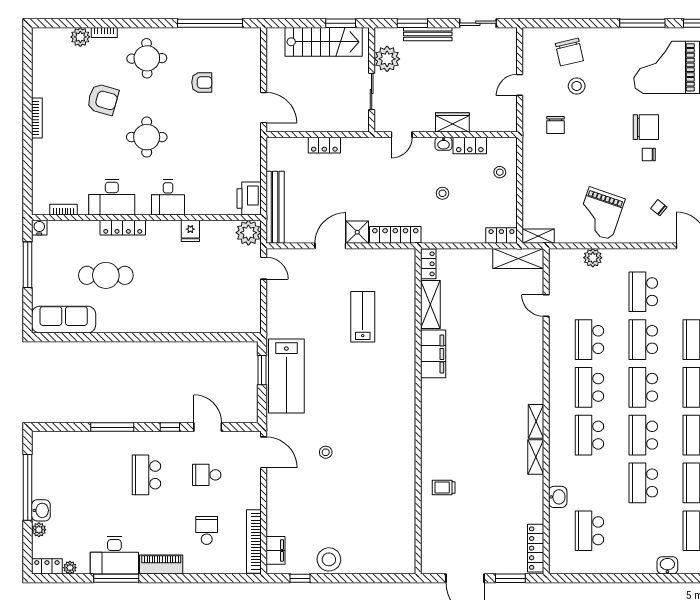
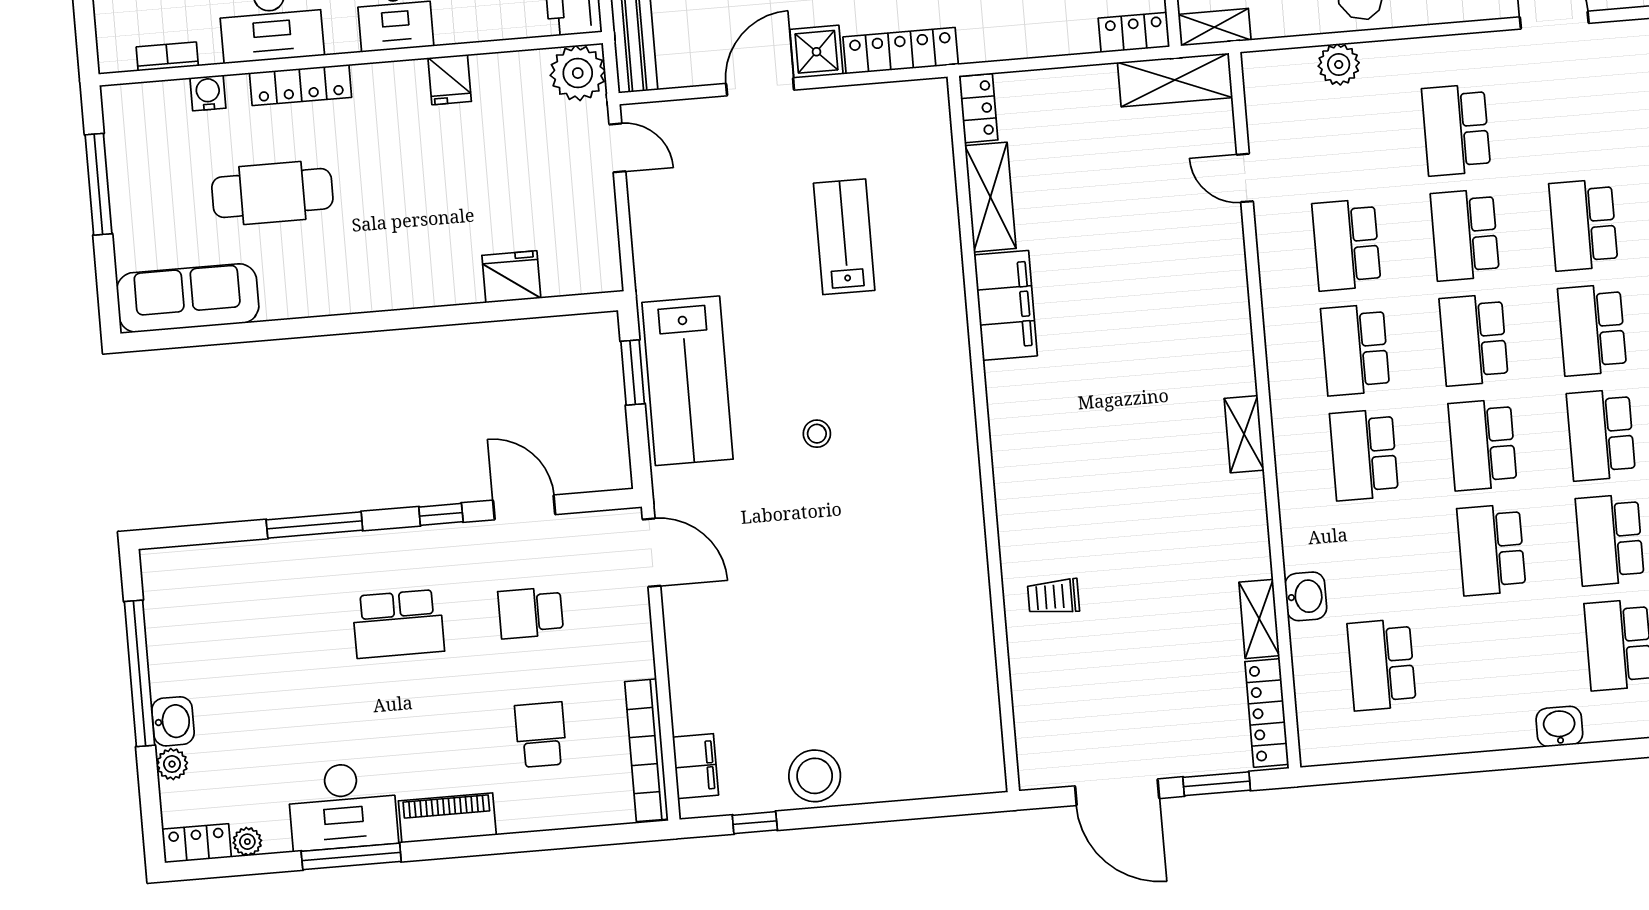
water cooler: (39, 228) -> (208, 93), moved
fridge: (211, 322) -> (511, 277), added
stool: (326, 452) -> (817, 434), moved
shelving: (536, 457) -> (1259, 619), moved
school desk: (146, 475) -> (398, 624), turned -90

